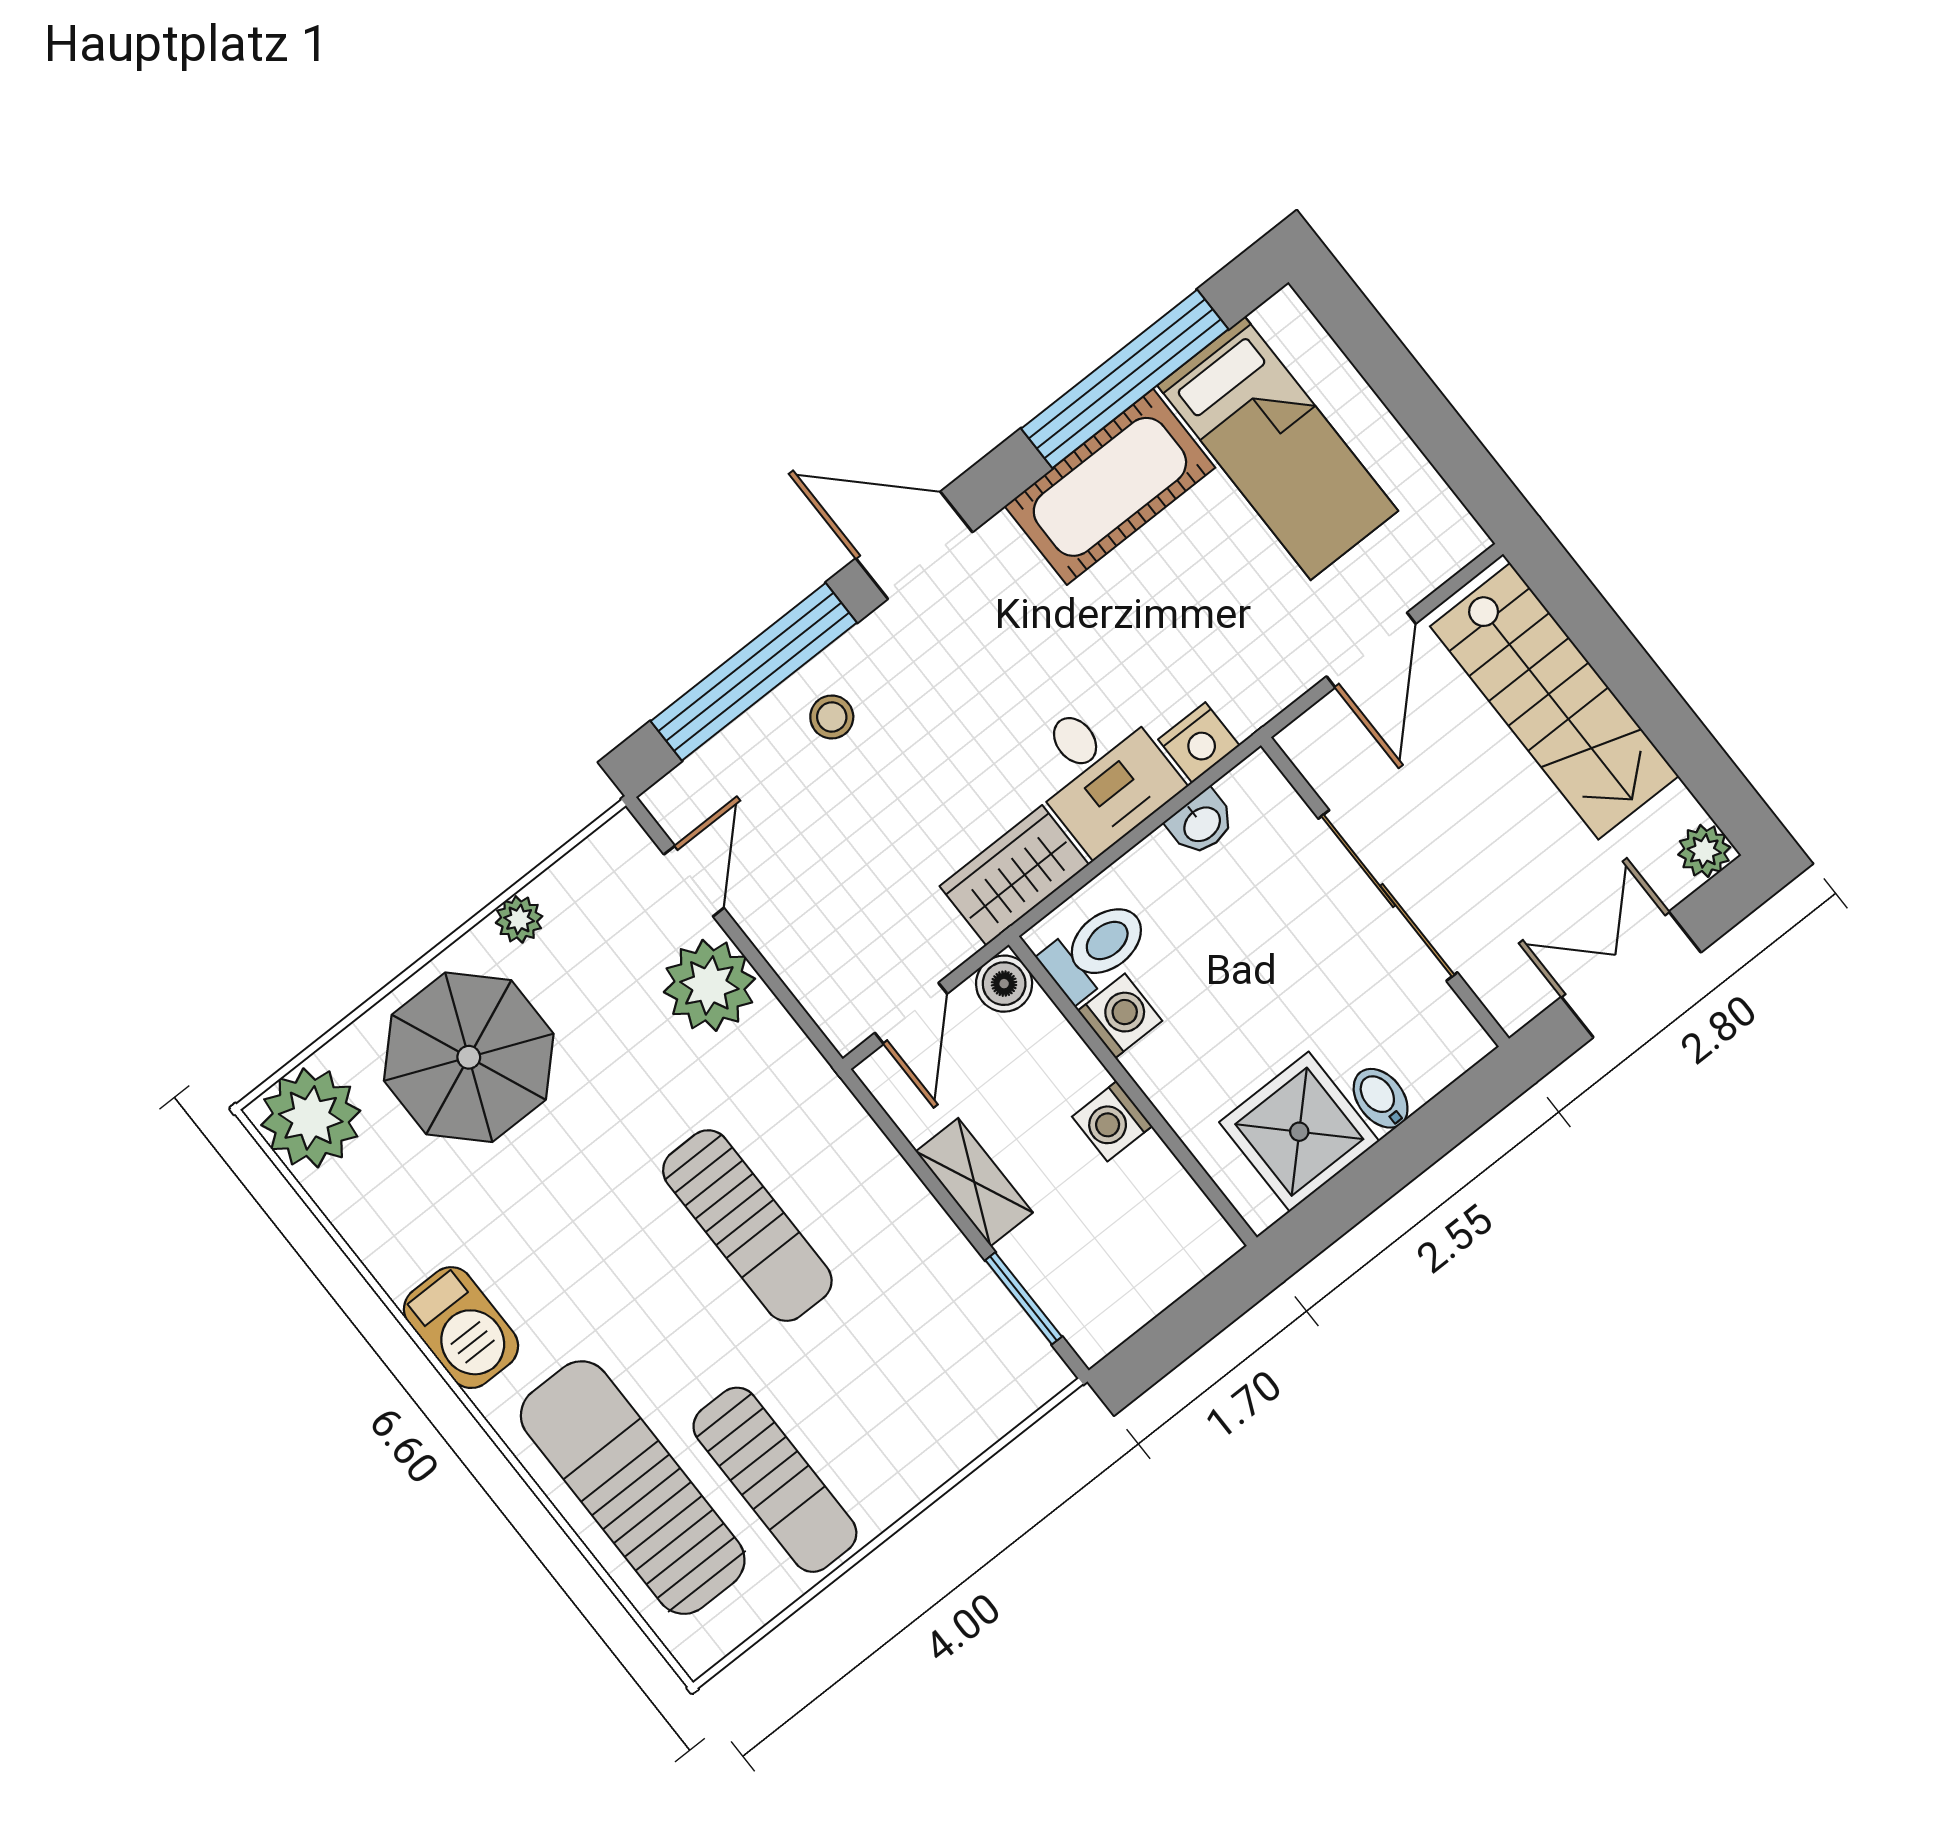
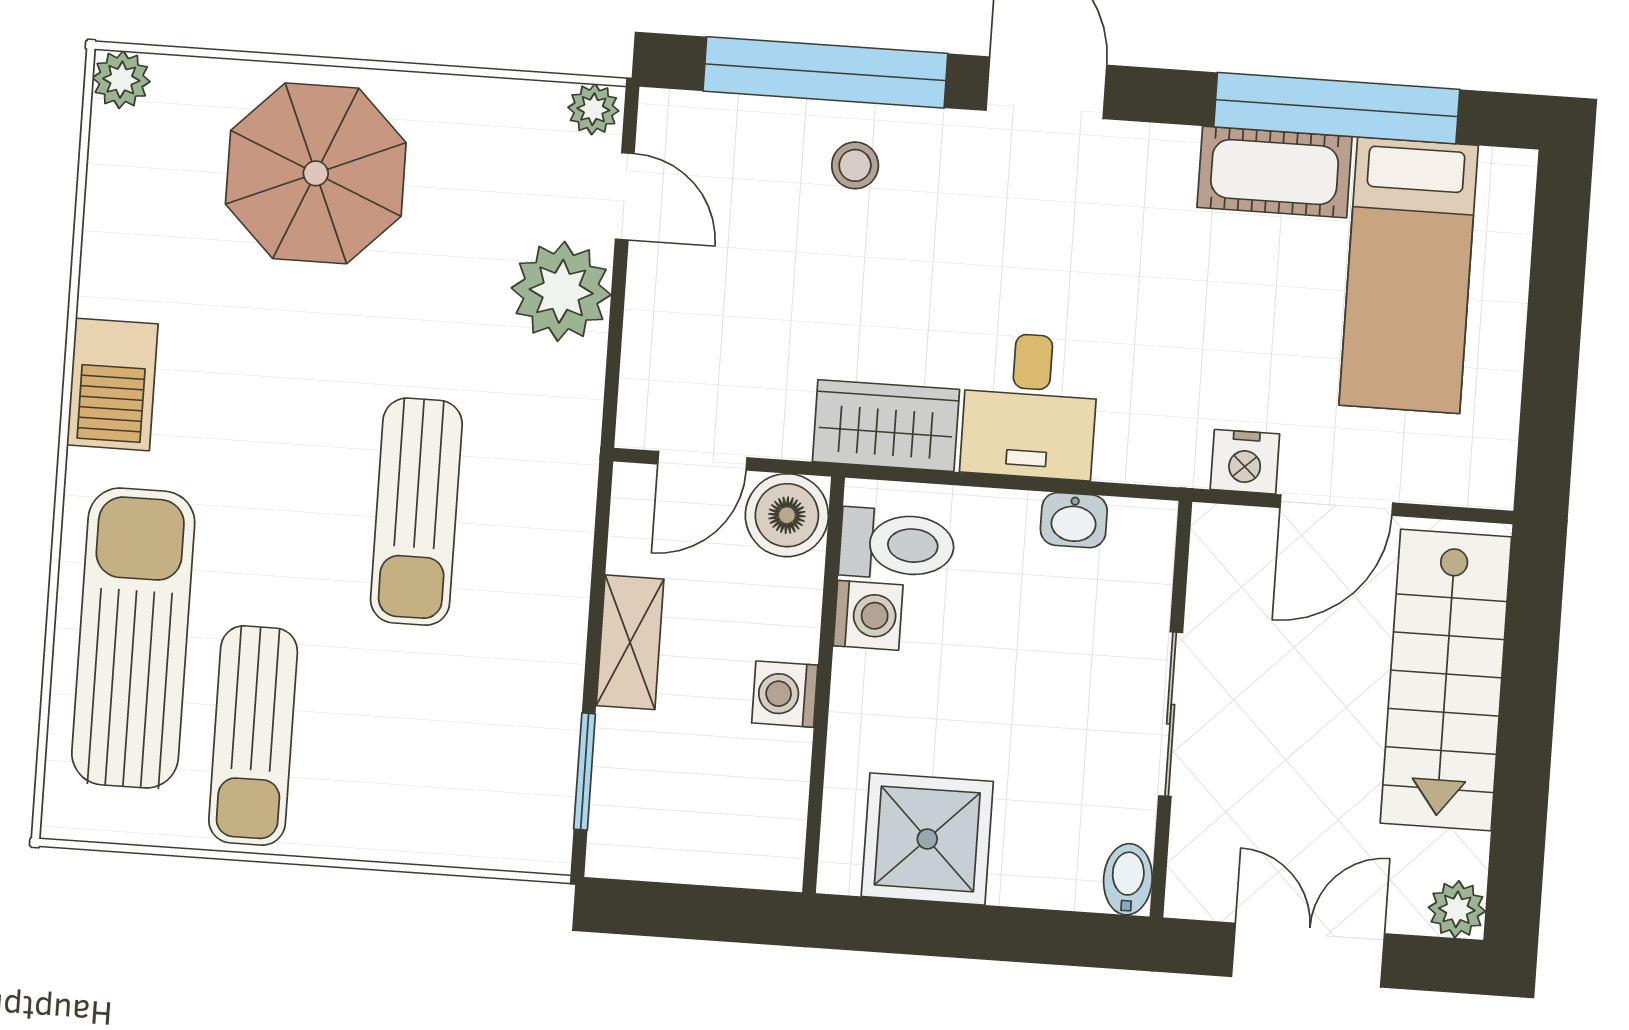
cot: (1110, 487) -> (1275, 172), width x0.73, depth x0.75
nightstand: (1199, 743) -> (1245, 462), moved
door: (694, 881) -> (625, 196), hinge flipped
sliding door: (1388, 896) -> (1171, 714), width x0.73
plant: (519, 919) -> (593, 109), moved
boiler: (1004, 984) -> (787, 515), width x1.36, depth x1.36
bidet: (1381, 1098) -> (1128, 879), moved
plant: (311, 1118) -> (121, 80), width x0.53, depth x0.53

